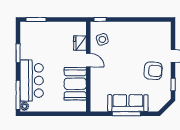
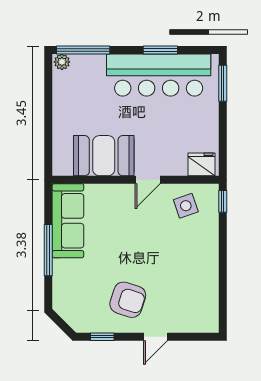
fridge: (80, 43) -> (202, 164), moved
armchair: (153, 71) -> (128, 300), turned -77
bar counter: (32, 81) -> (159, 75), moved, width x1.36
sofa: (128, 103) -> (68, 221), moved

